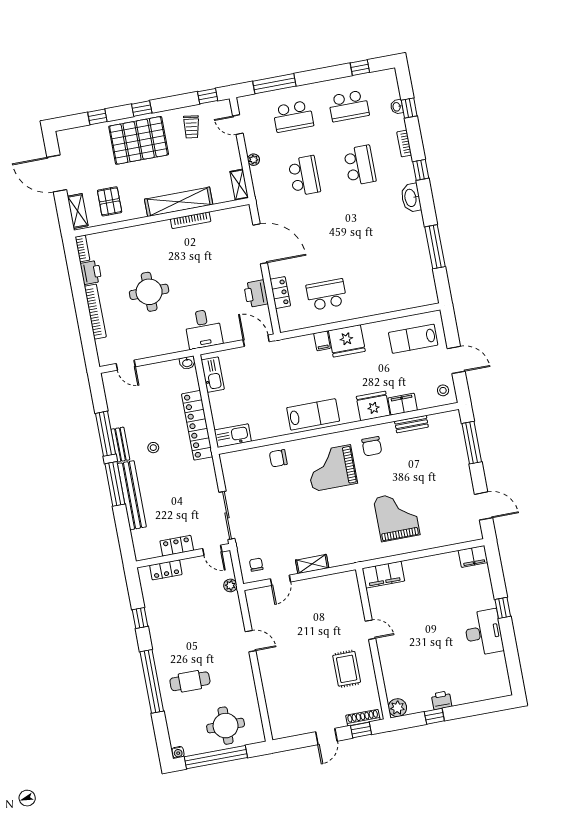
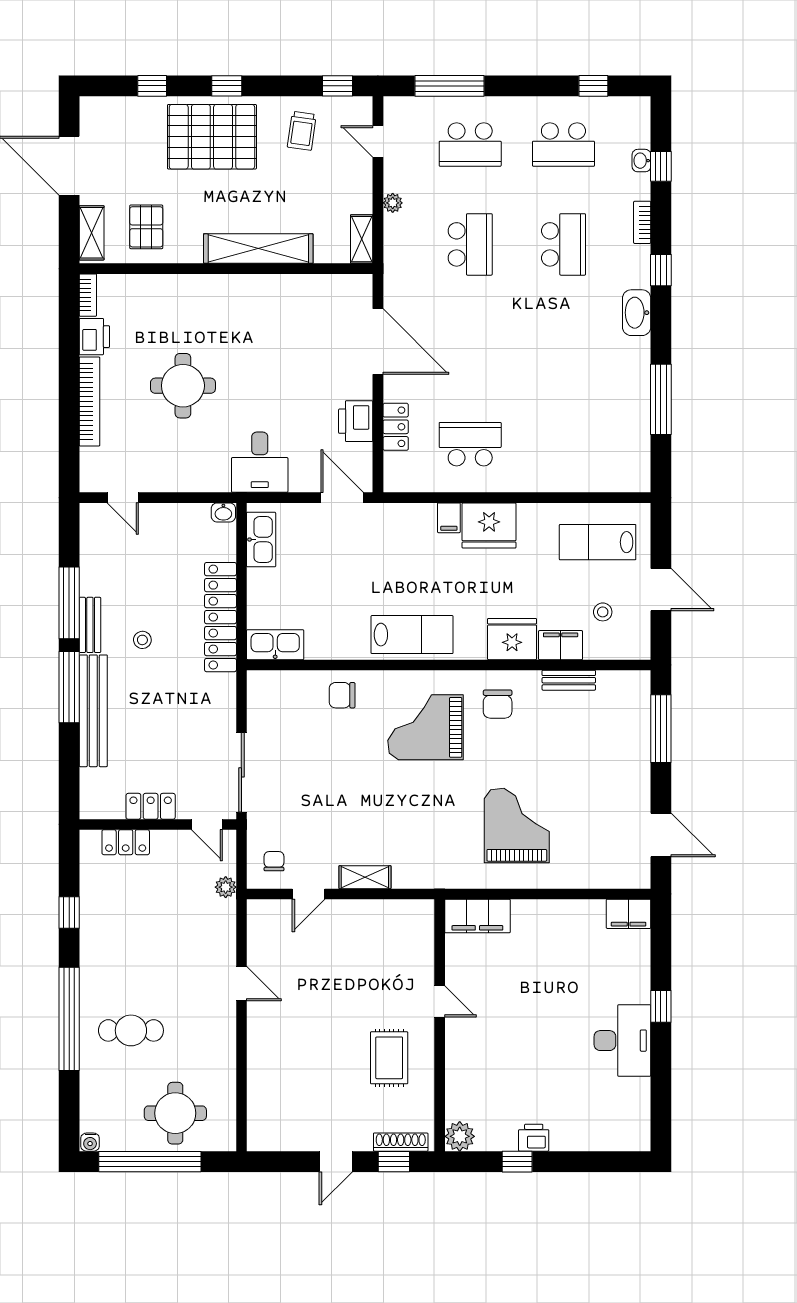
bookcase: (191, 220) -> (272, 282), removed
stool: (443, 390) -> (603, 612), moved

